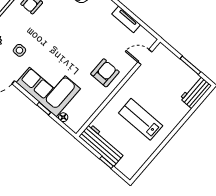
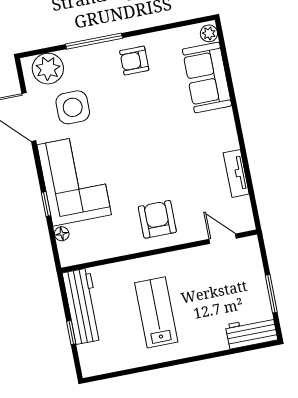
side table: (19, 50) -> (73, 107), width x1.87, depth x1.87
armchair: (105, 73) -> (157, 219), turned -90

